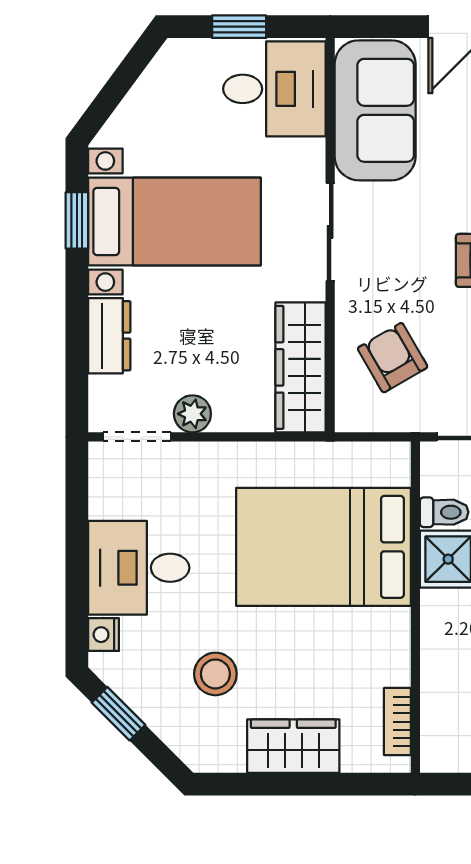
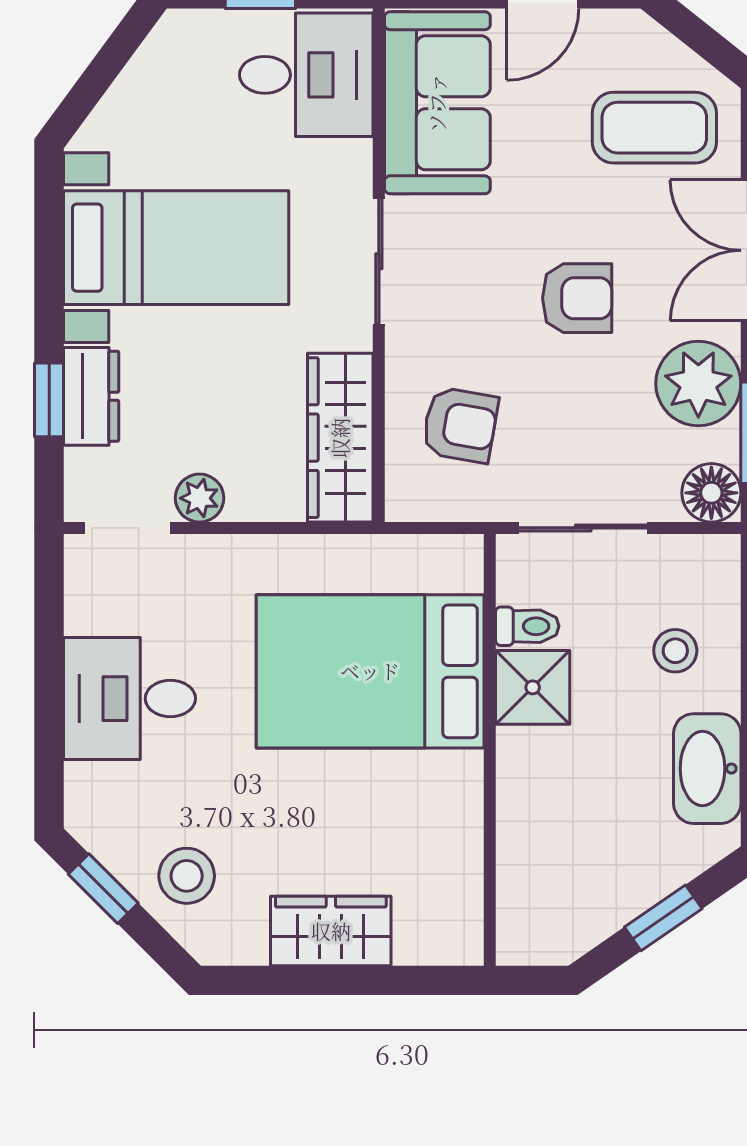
window: (77, 220) -> (49, 400), moved
armchair: (393, 358) -> (460, 425), turned 130
nightstand: (104, 635) -> (84, 786), removed
stool: (215, 674) -> (187, 876), moved
bookcase: (397, 722) -> (466, 899), removed

